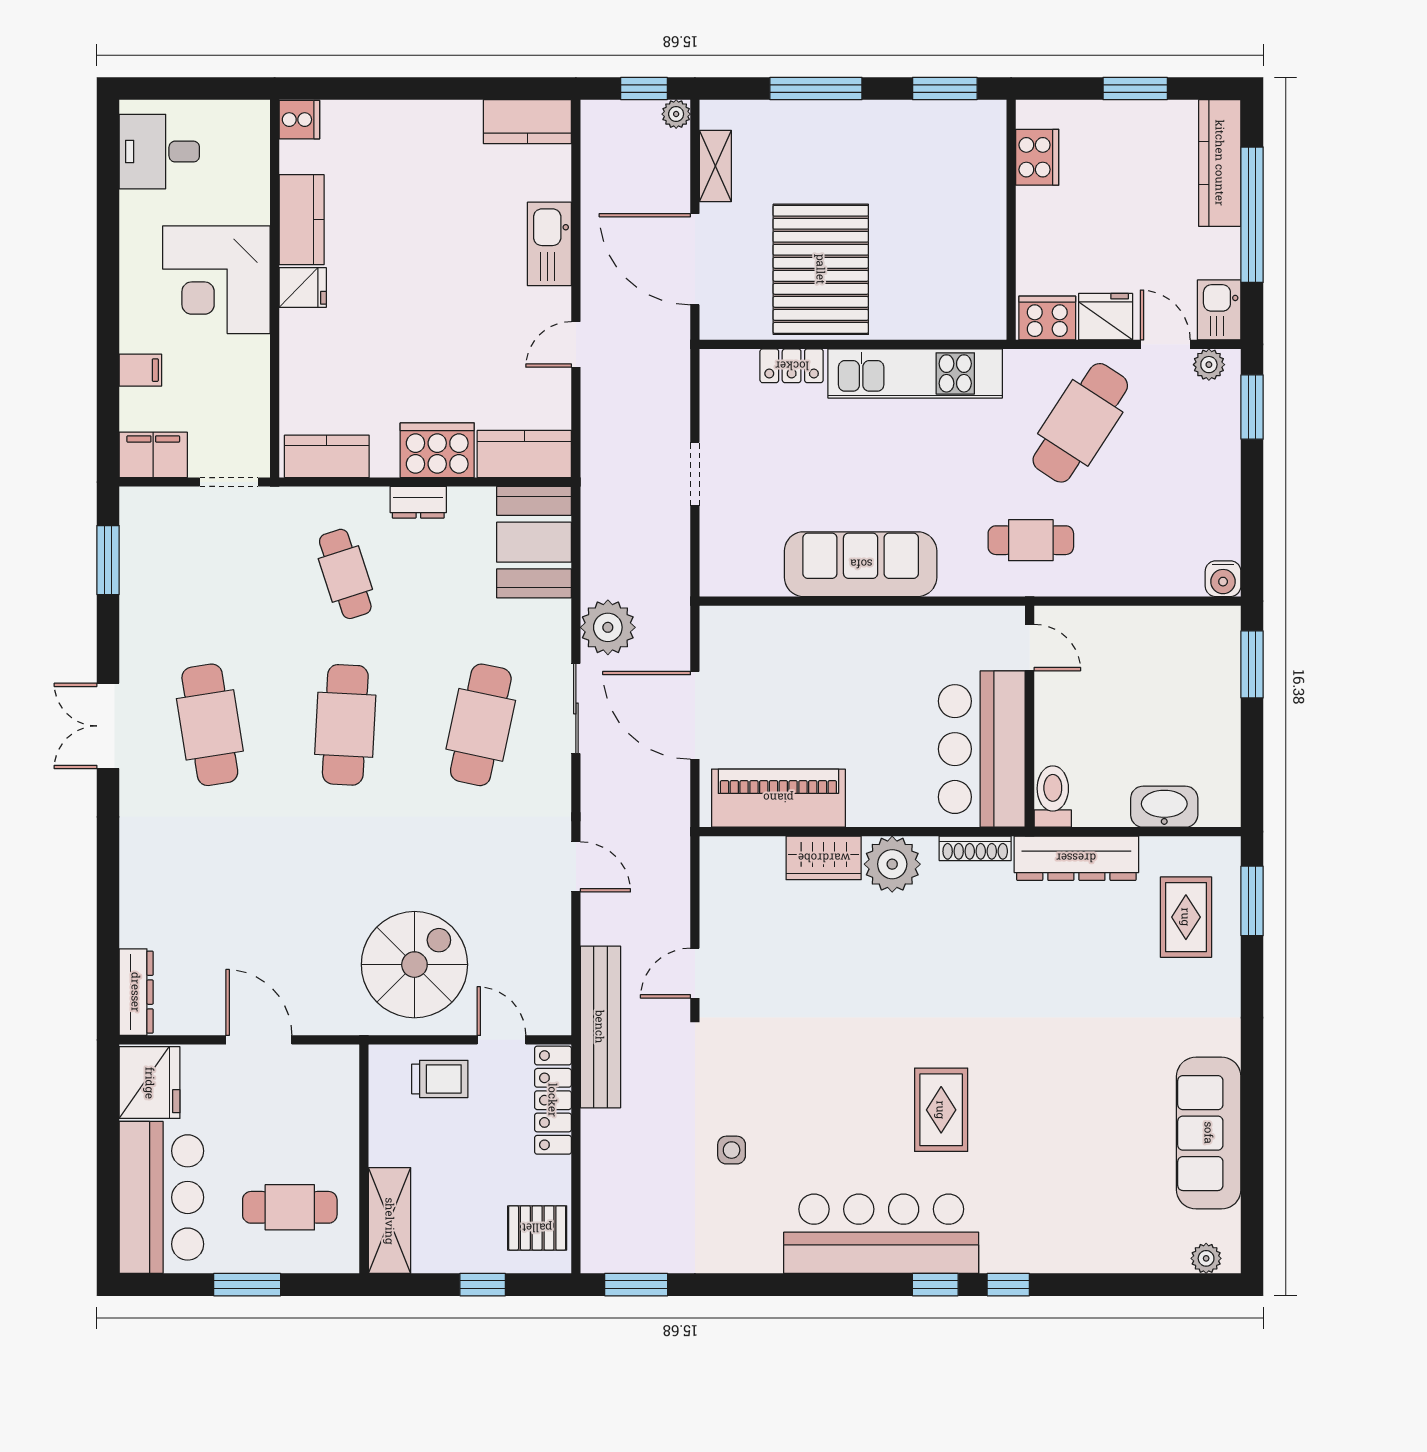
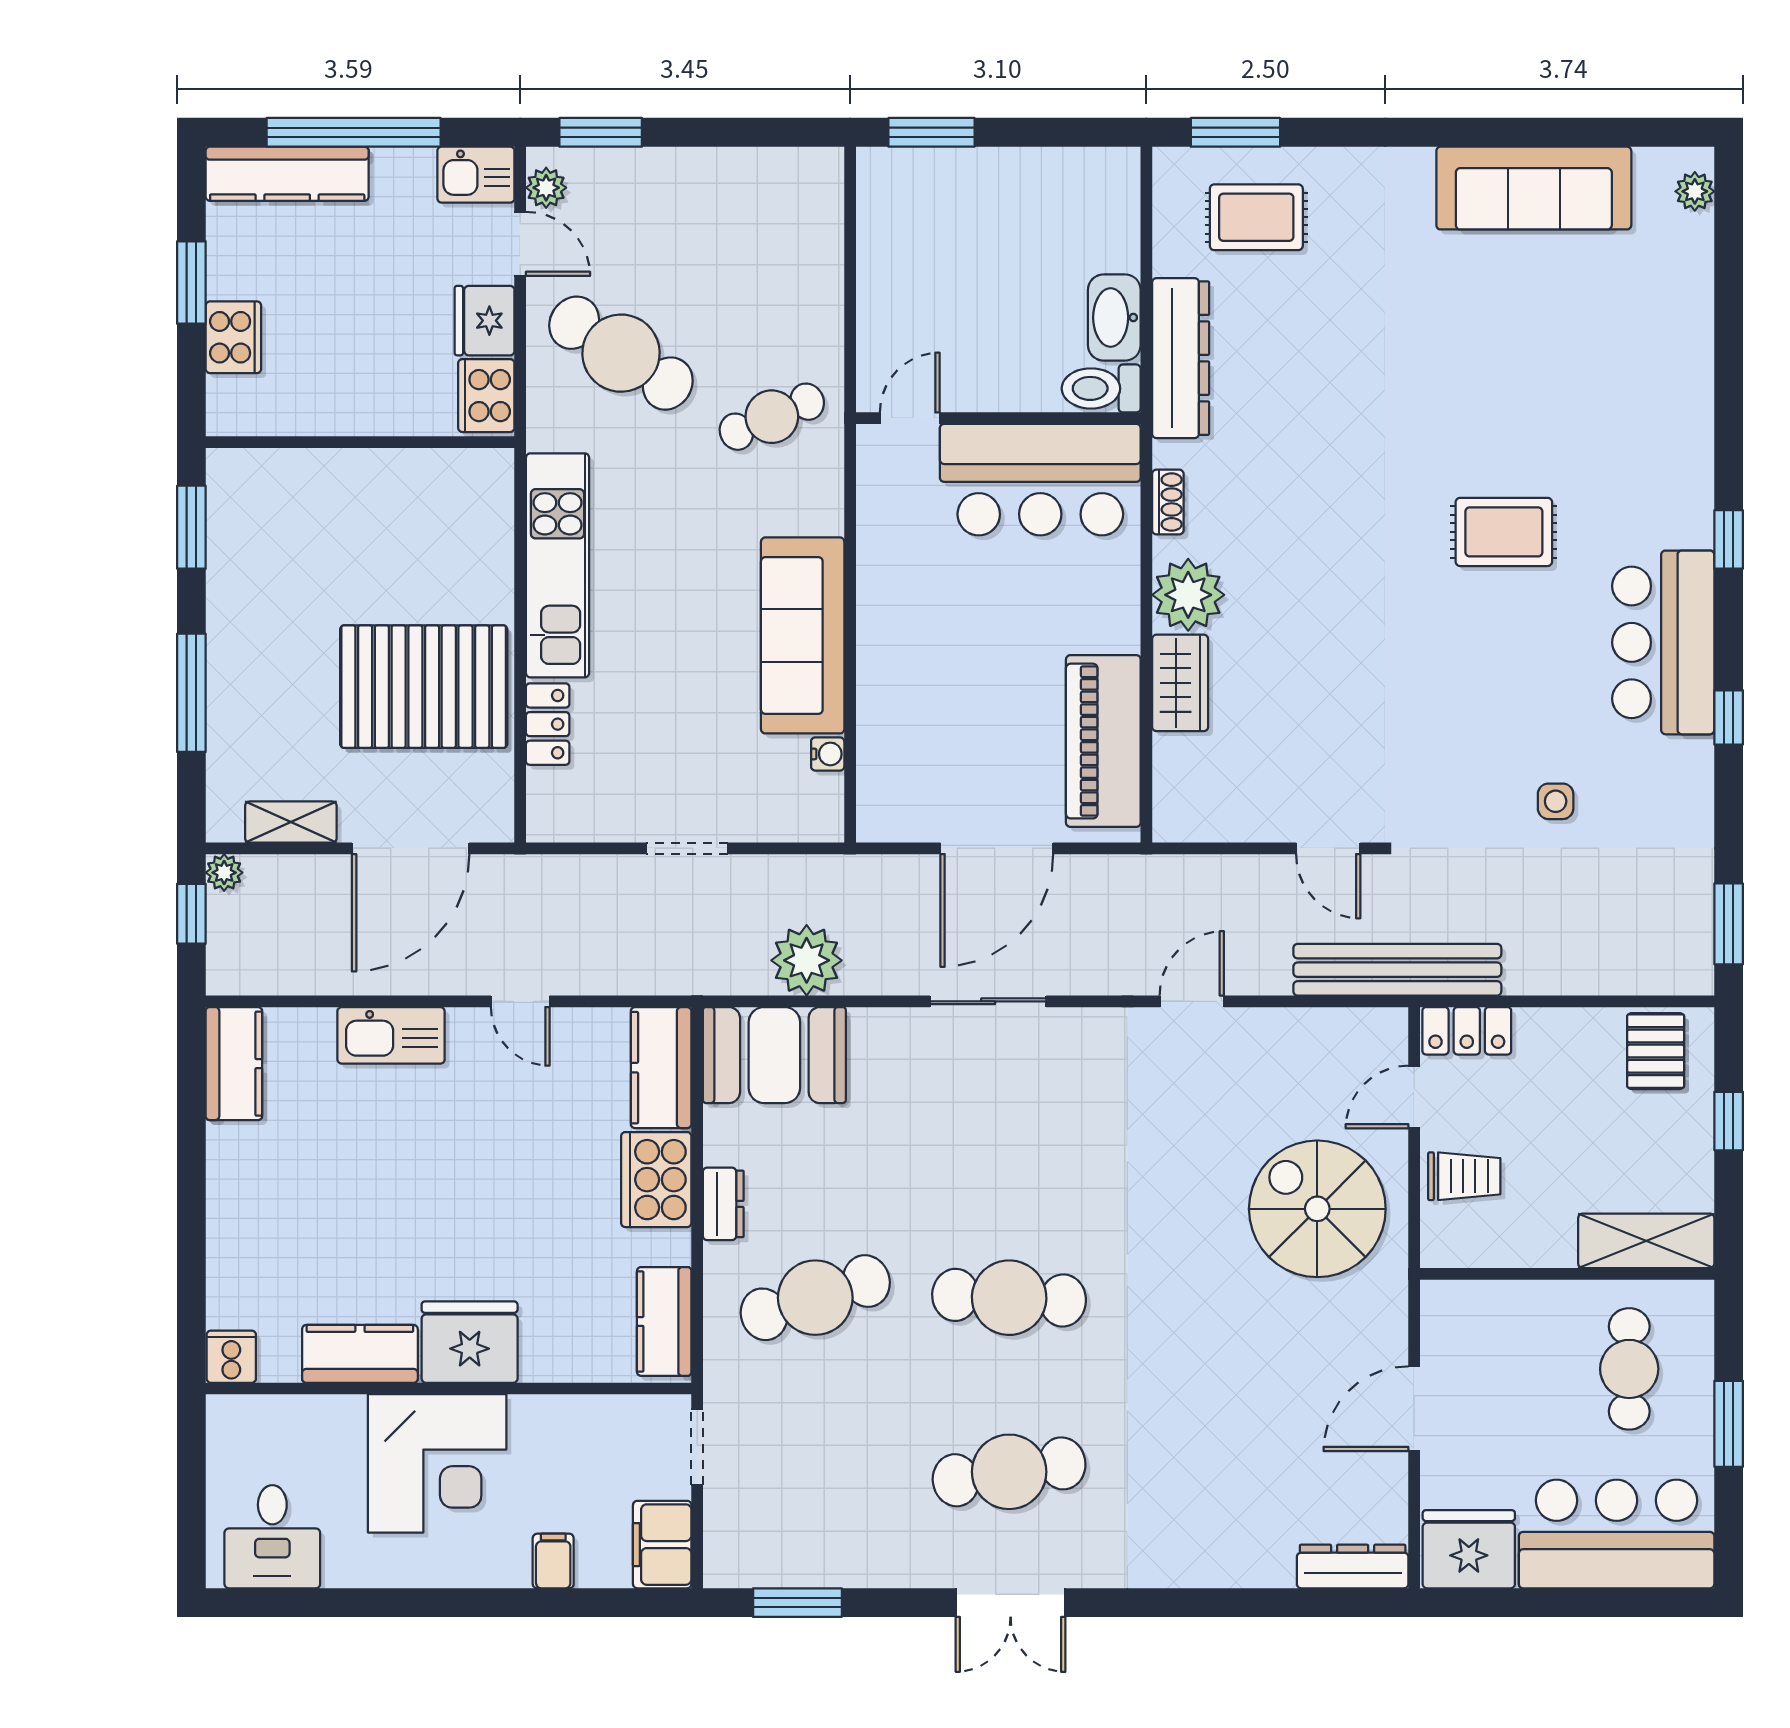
cooker: (1037, 157) -> (233, 337), moved, turned 90
fridge: (303, 287) -> (470, 1342), width x1.88, depth x1.34
door: (1165, 344) -> (520, 244), swing flipped
cafe table: (1031, 540) -> (772, 417), turned 67
cafe table: (345, 574) -> (815, 1298), width x1.37, depth x1.35
water cooler: (1223, 579) -> (828, 754), moved, width x0.72, depth x0.72
plant: (608, 627) -> (807, 960), moved
cafe table: (481, 725) -> (1009, 1124), removed
washbasin: (1164, 807) -> (1114, 317), moved
shoe rack: (975, 848) -> (1168, 502), width x0.70
trolley: (440, 1079) -> (1464, 1176), turned 90
locker: (553, 1100) -> (1467, 1031), width x0.66
bar counter: (881, 1234) -> (1663, 642), width x0.73
window: (1008, 1285) -> (1729, 717), moved

